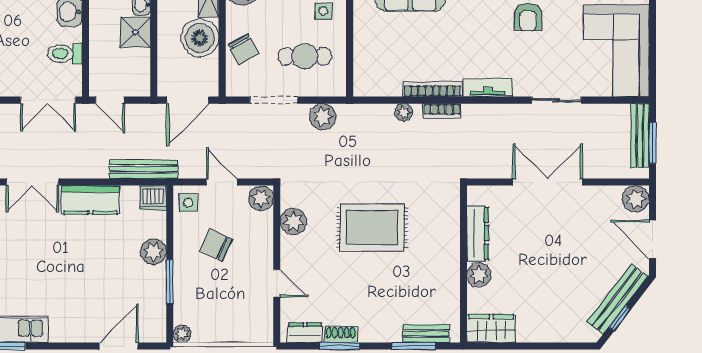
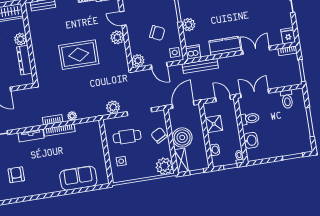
shower: (135, 32) -> (214, 124), moved
plant: (293, 222) -> (117, 37), moved

